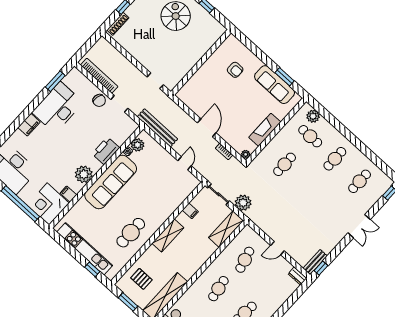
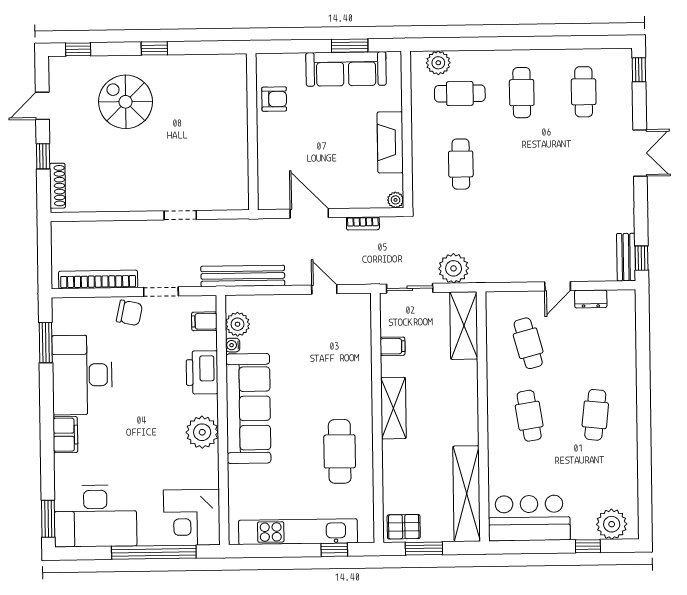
wall: (201, 62) -> (252, 132), moved
filing cabinet: (68, 194) -> (204, 321), moved
dresser: (297, 276) -> (591, 299), moved
pallet: (141, 279) -> (404, 527), moved

